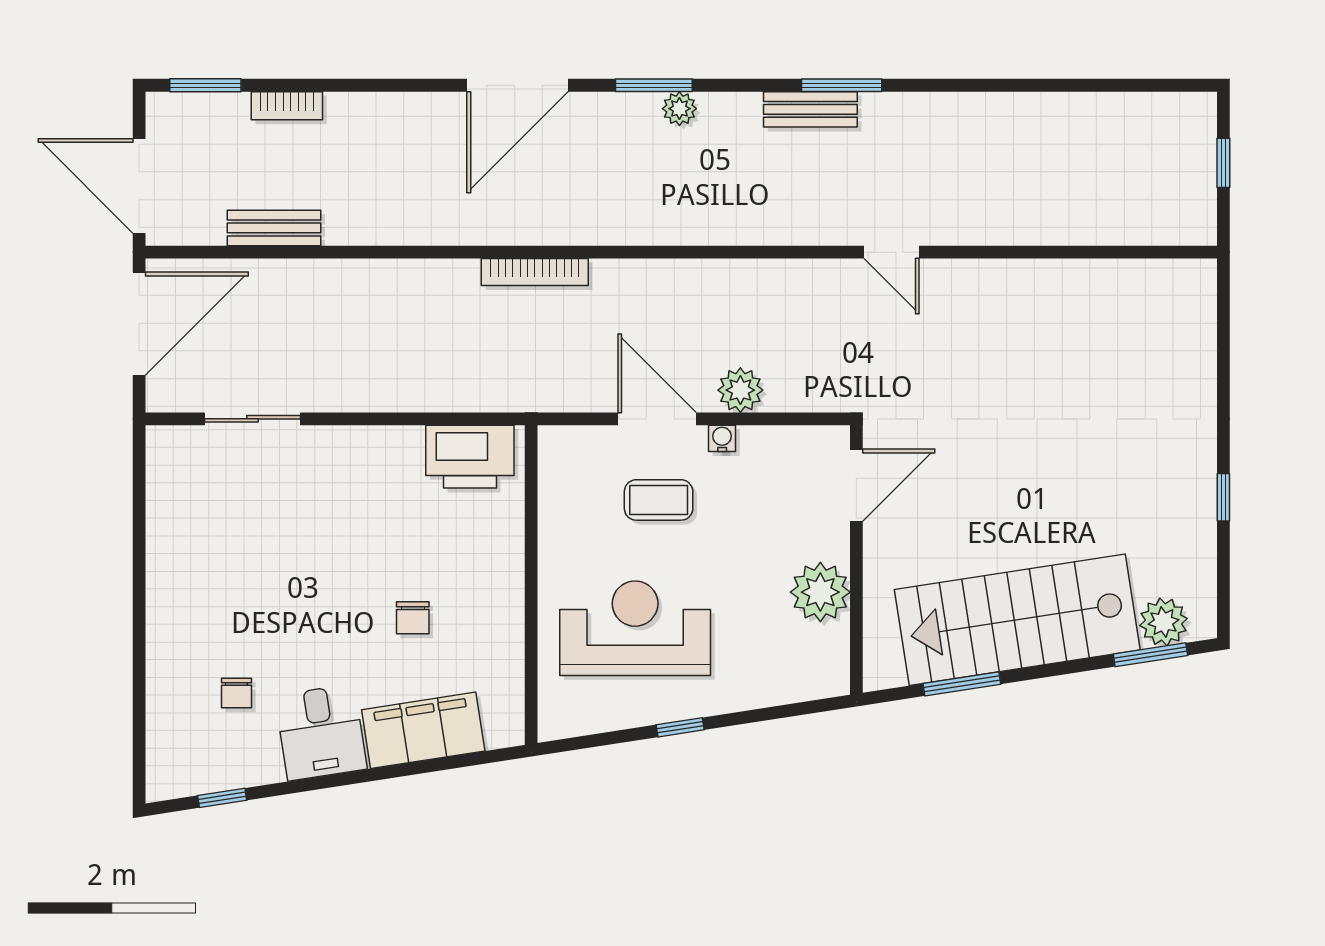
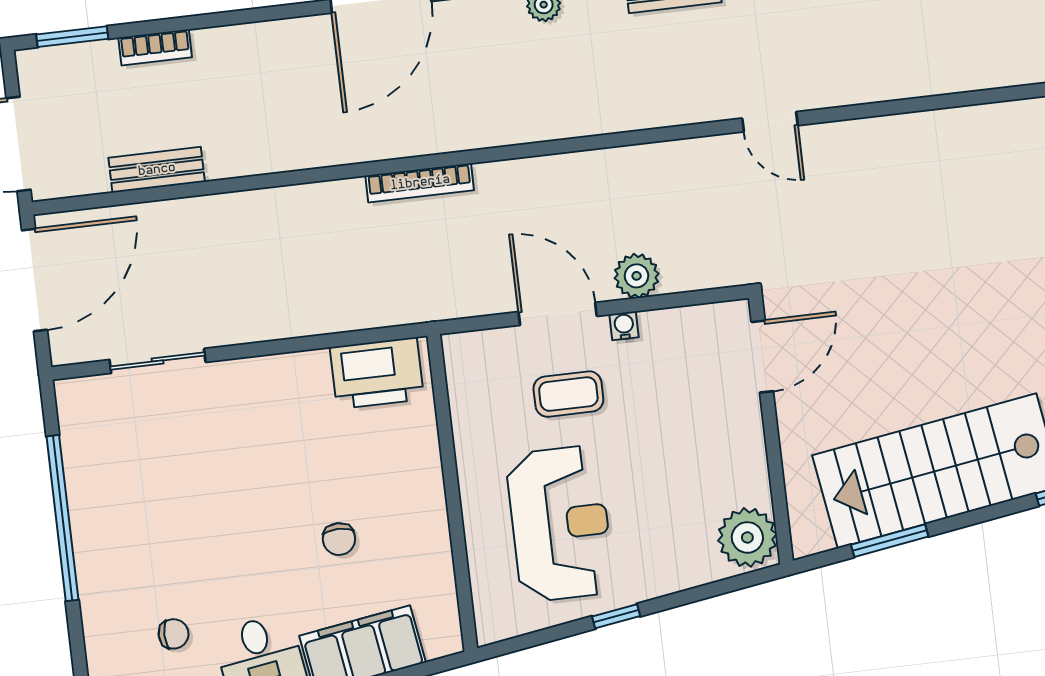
window: (139, 564) -> (62, 518), added
plant: (820, 592) -> (747, 537), moved
reception desk: (635, 628) -> (560, 524), turned 90
chair: (236, 693) -> (174, 634), turned -90

